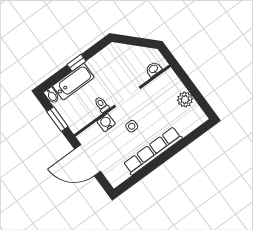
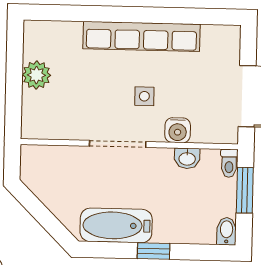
washbasin: (153, 69) -> (187, 158), moved
bathtub: (73, 82) -> (116, 225), moved
toilet: (102, 105) -> (229, 163), moved

